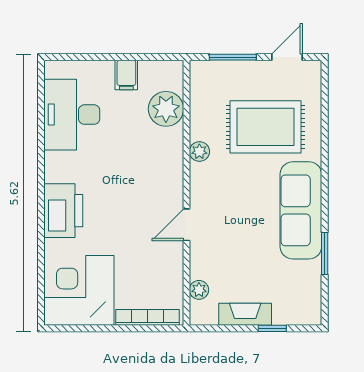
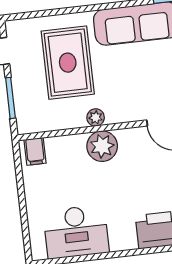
filing cabinet: (126, 75) -> (35, 151), moved, turned 90
plant: (166, 109) -> (102, 146), moved

